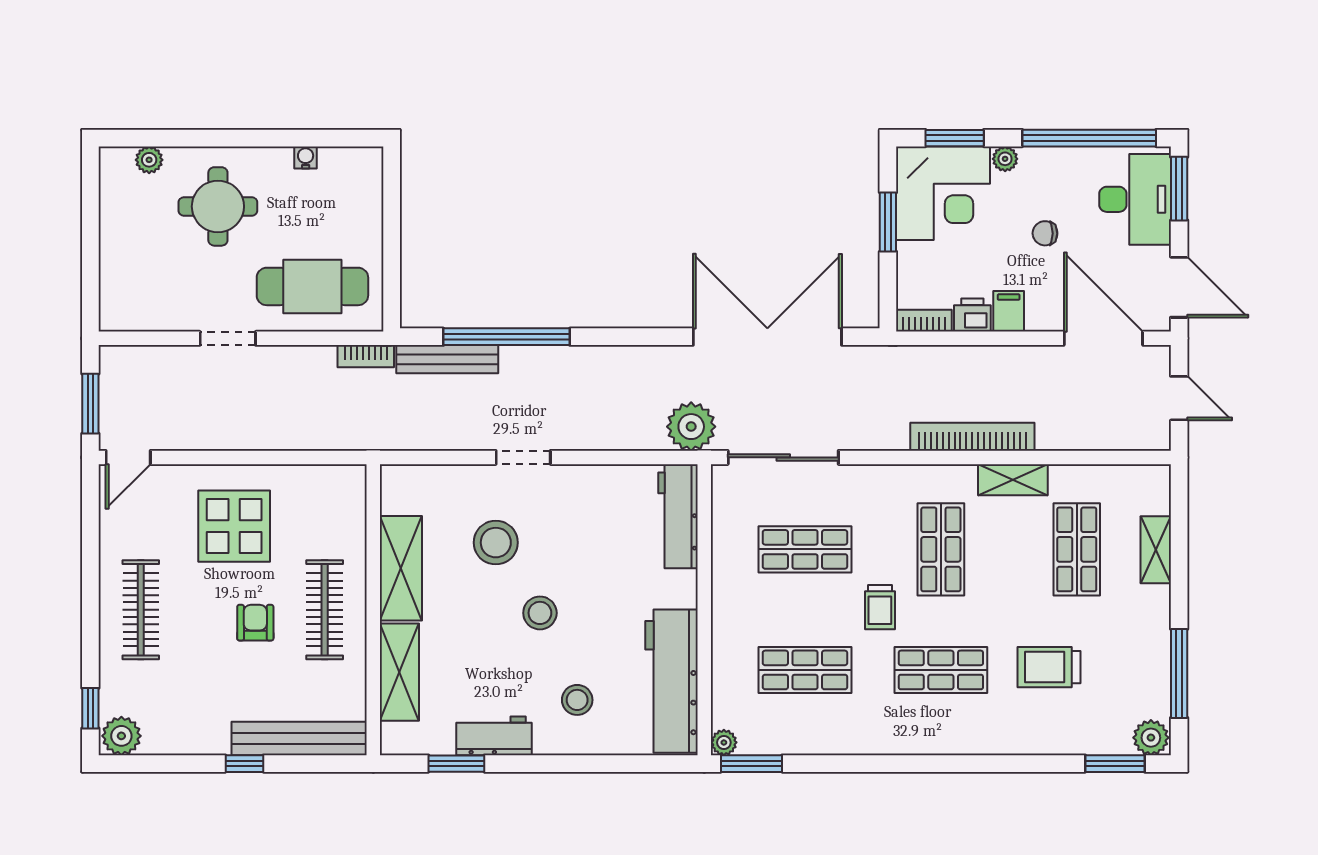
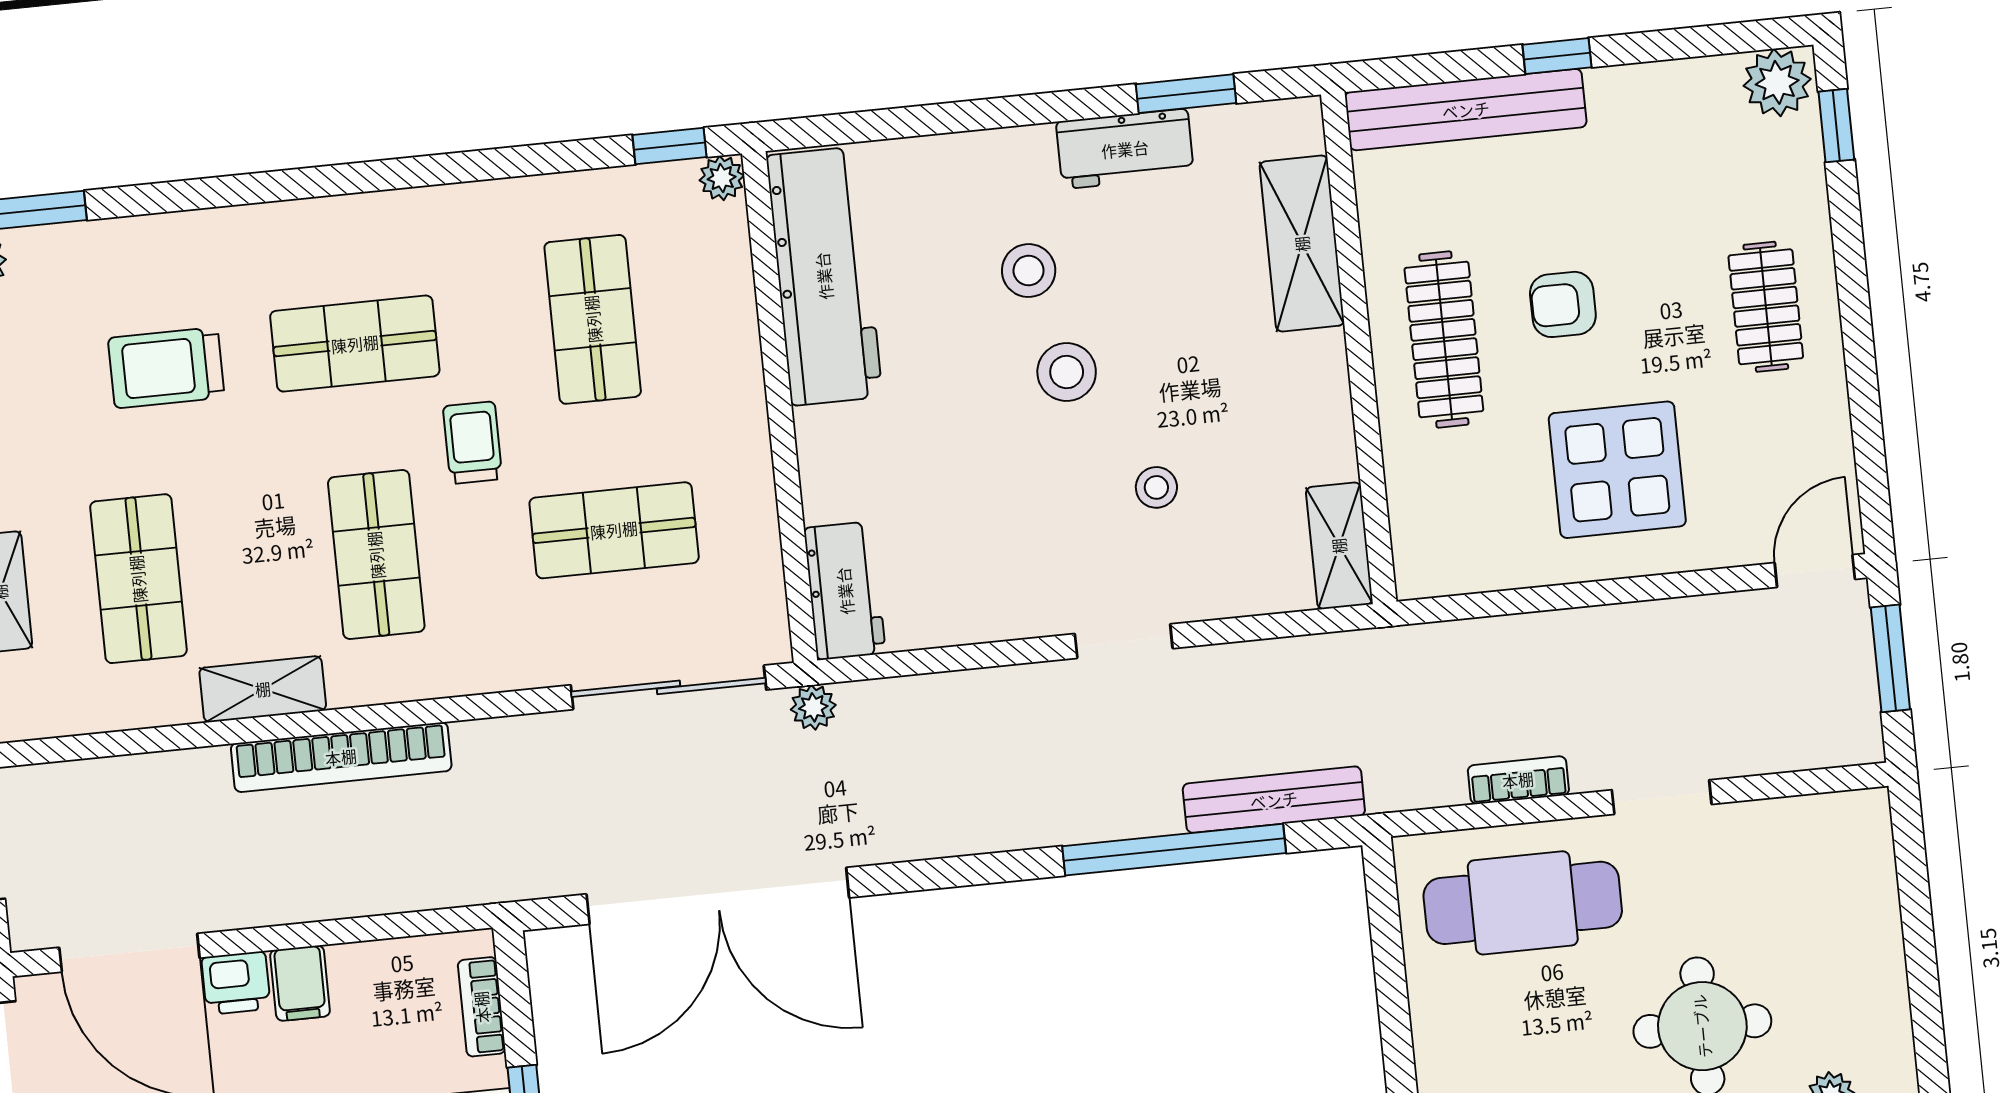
printer: (972, 315) -> (236, 983), moved
bookcase: (924, 321) -> (482, 1007), moved, turned 90
bookcase: (366, 356) -> (1518, 780), moved
plant: (691, 427) -> (813, 707), width x0.53, depth x0.53
workbench: (678, 516) -> (845, 591), width x0.73
stool: (496, 543) -> (1156, 487), width x0.53, depth x0.53
shelving: (401, 568) -> (1339, 546), moved, width x0.67, depth x0.75
clothes rail: (141, 610) -> (1766, 307), width x0.73
armchair: (255, 623) -> (1563, 304), turned 90
trolley: (1049, 667) -> (166, 368), turned 180
shop shelf: (805, 670) -> (593, 319), turned 90
stool: (577, 700) -> (1029, 271), moved
window: (752, 764) -> (670, 146), width x0.67

